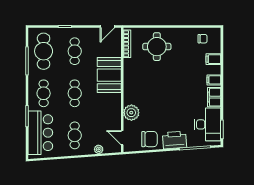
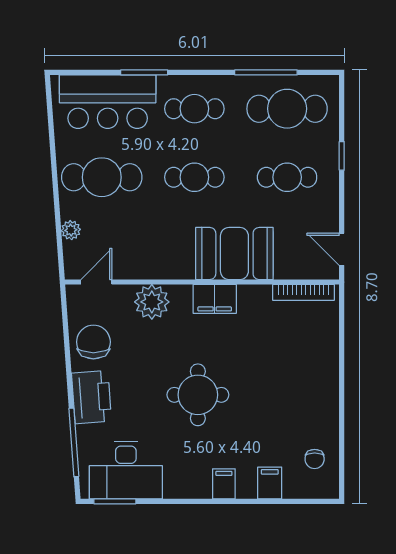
round table: (157, 47) -> (198, 395), moved
filing cabinet: (214, 97) -> (215, 299), moved, turned 180
cafe table: (75, 135) -> (102, 177), width x1.37, depth x1.35
chair: (149, 139) -> (93, 342), turned 180

